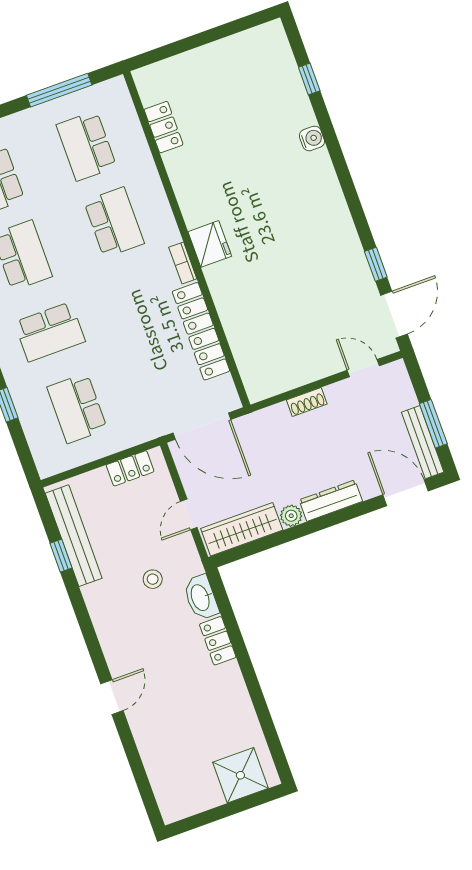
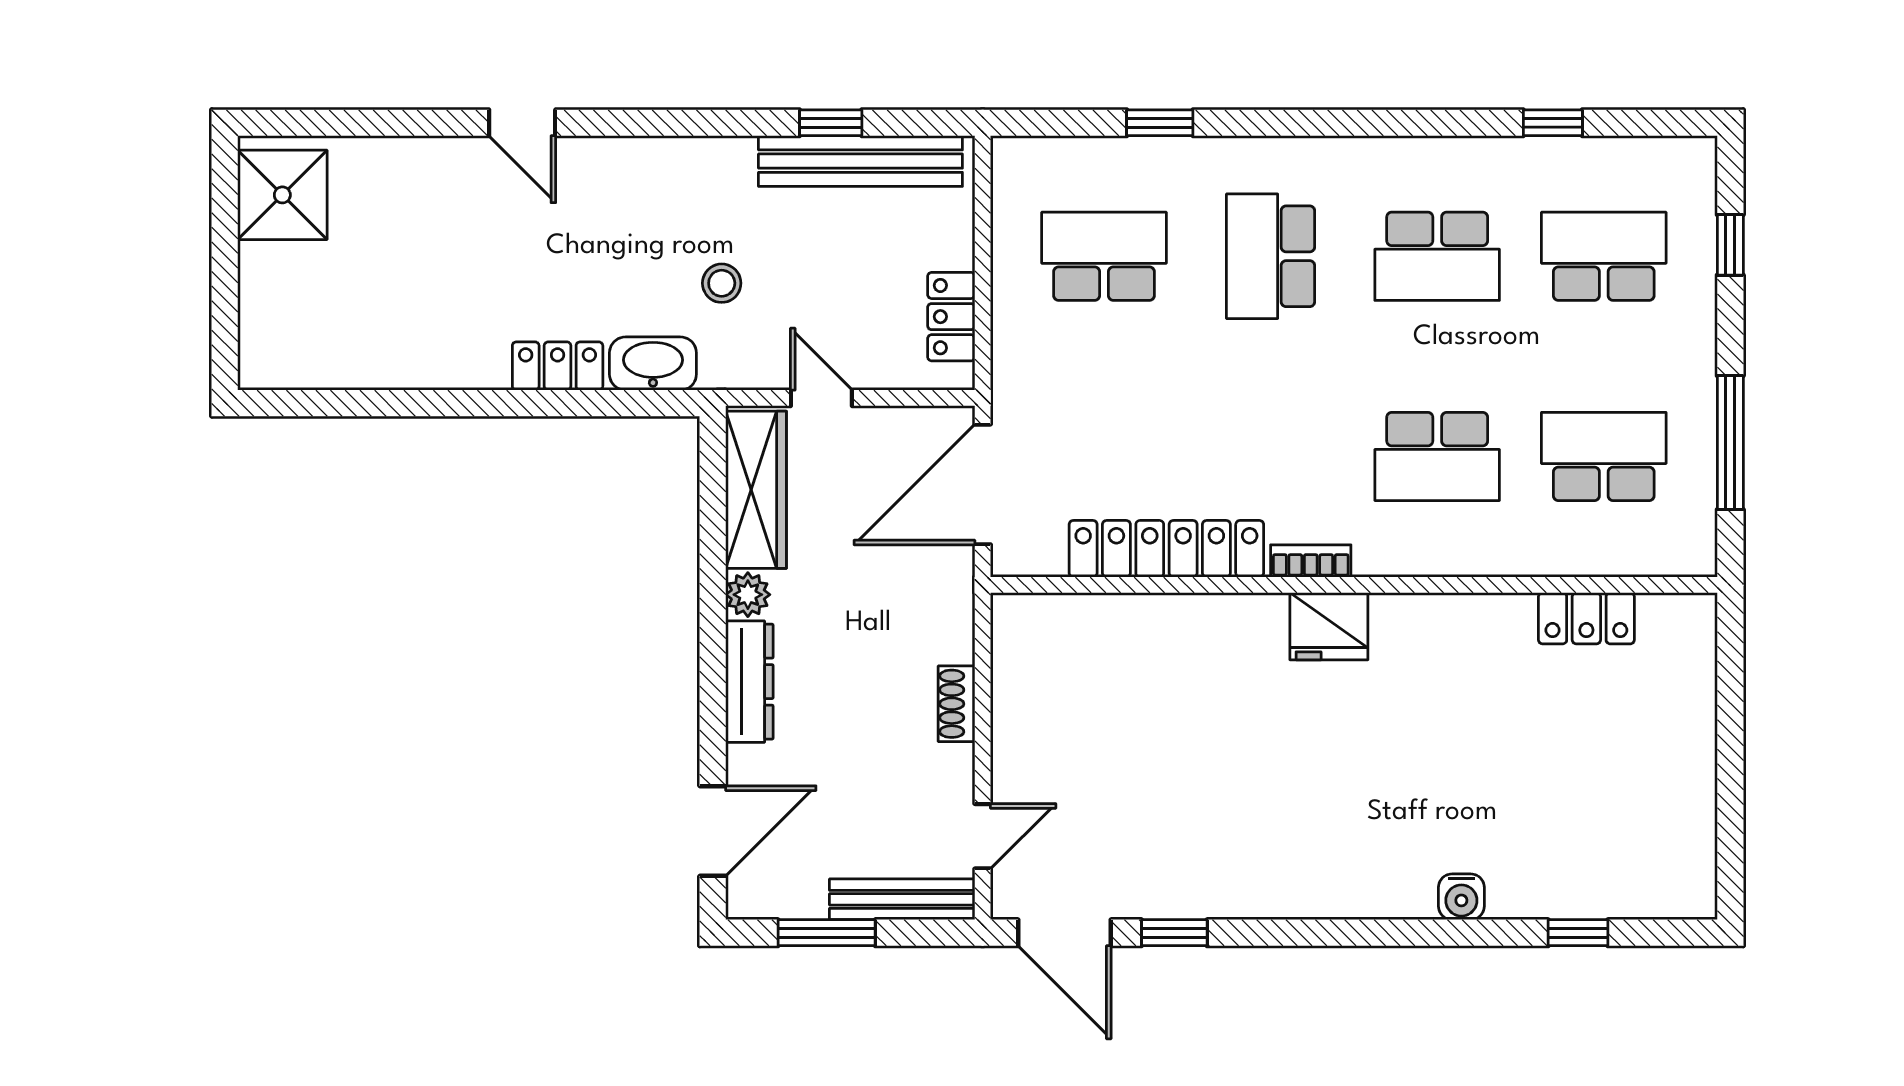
bench: (423, 442) -> (902, 899), moved
shower: (240, 775) -> (282, 195), moved

